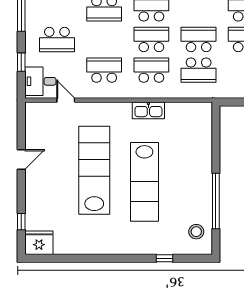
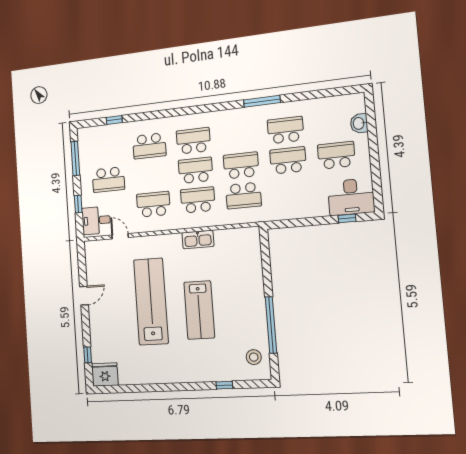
lab bench: (144, 182) -> (199, 310), width x0.73

